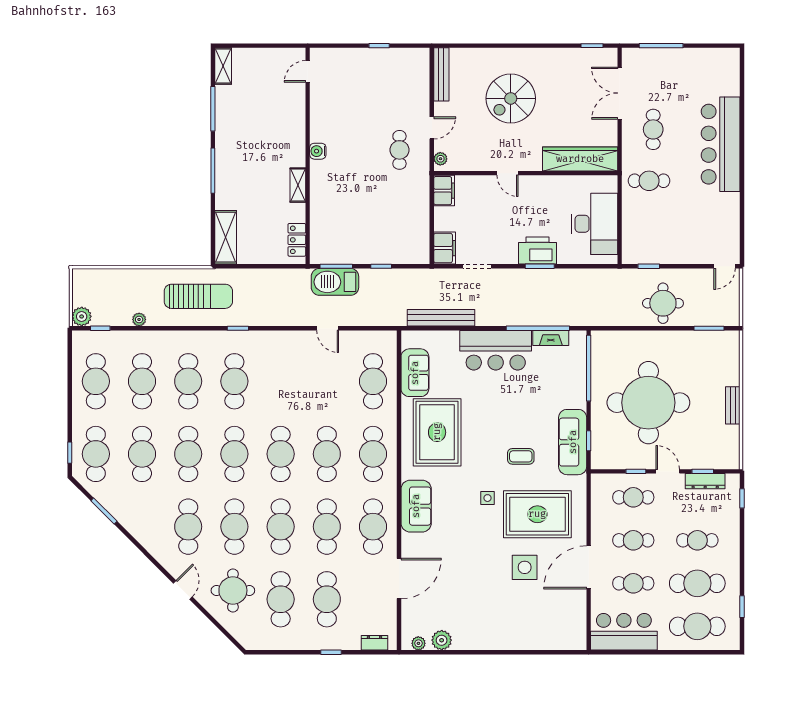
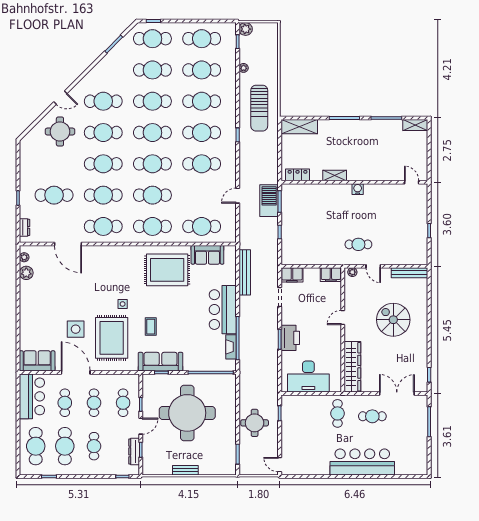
sofa: (416, 506) -> (37, 361), moved, turned 180
cafe table: (281, 599) -> (202, 164), moved

